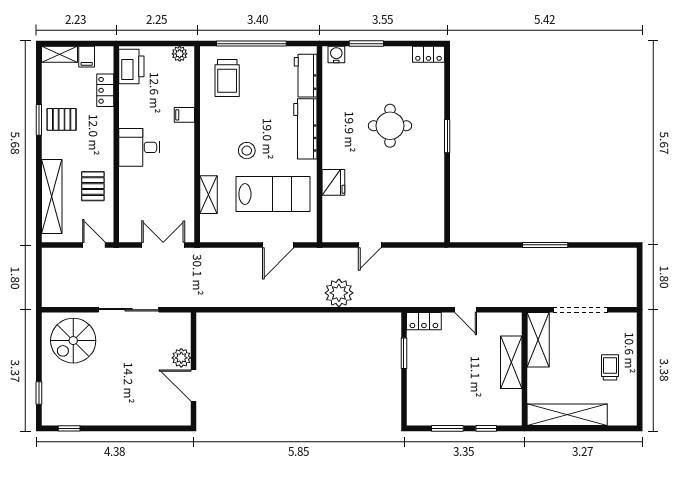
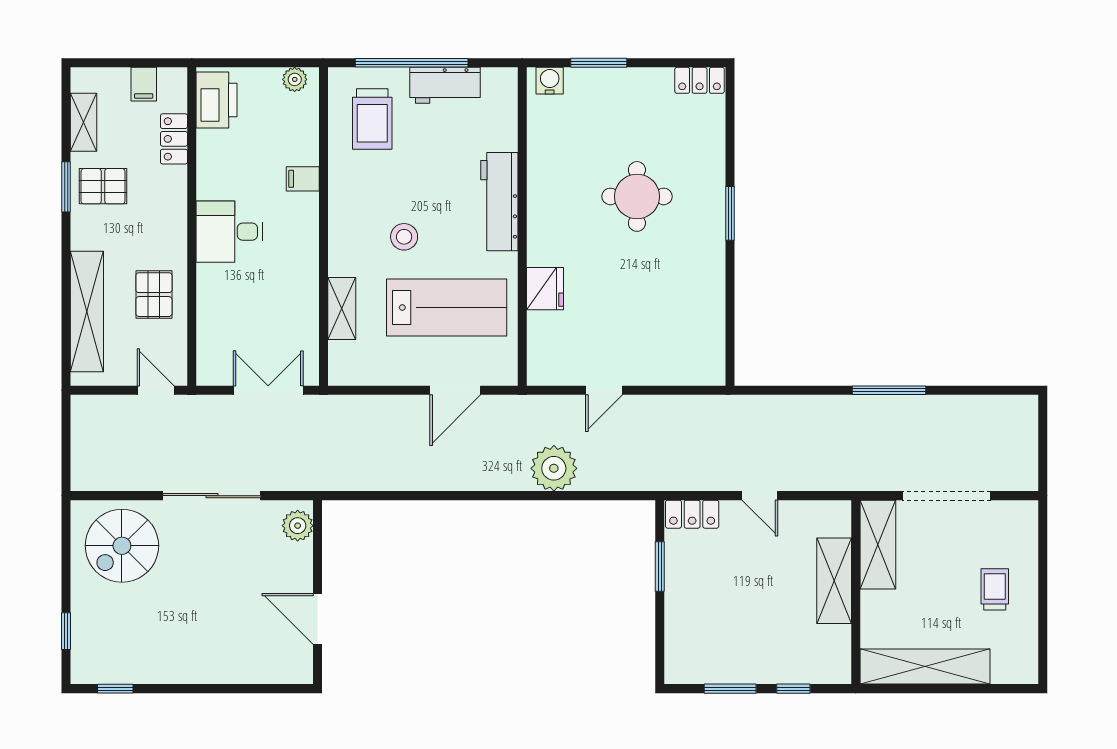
shelving: (59, 54) -> (84, 122), moved, turned 90
workbench: (306, 76) -> (445, 85), moved, turned -90
plant: (181, 358) -> (298, 526), moved

